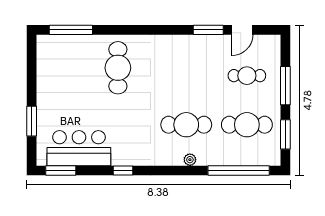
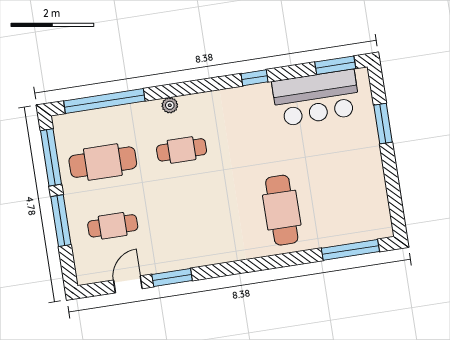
cafe table: (186, 125) -> (182, 150), width x0.73, depth x0.74
window: (285, 134) -> (51, 157), width x1.44

